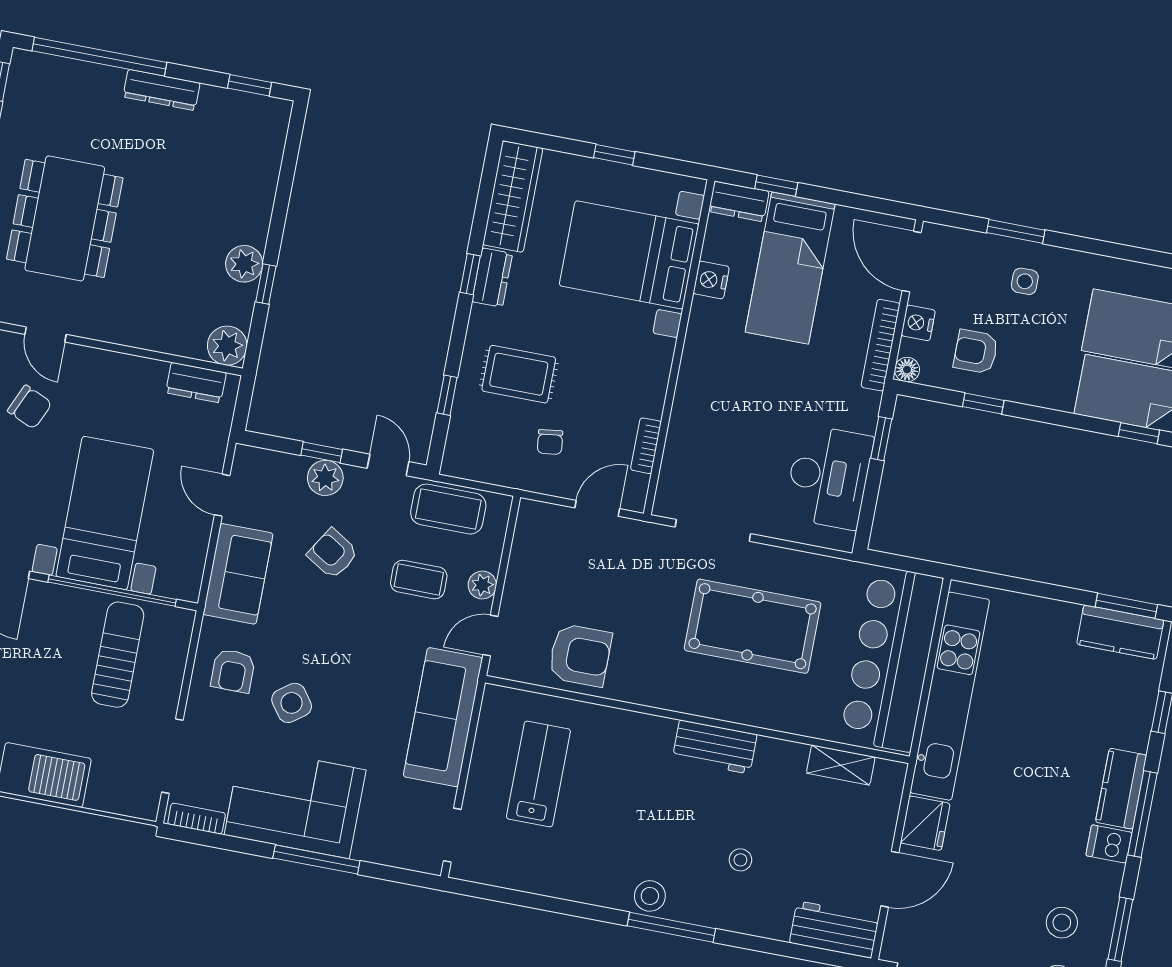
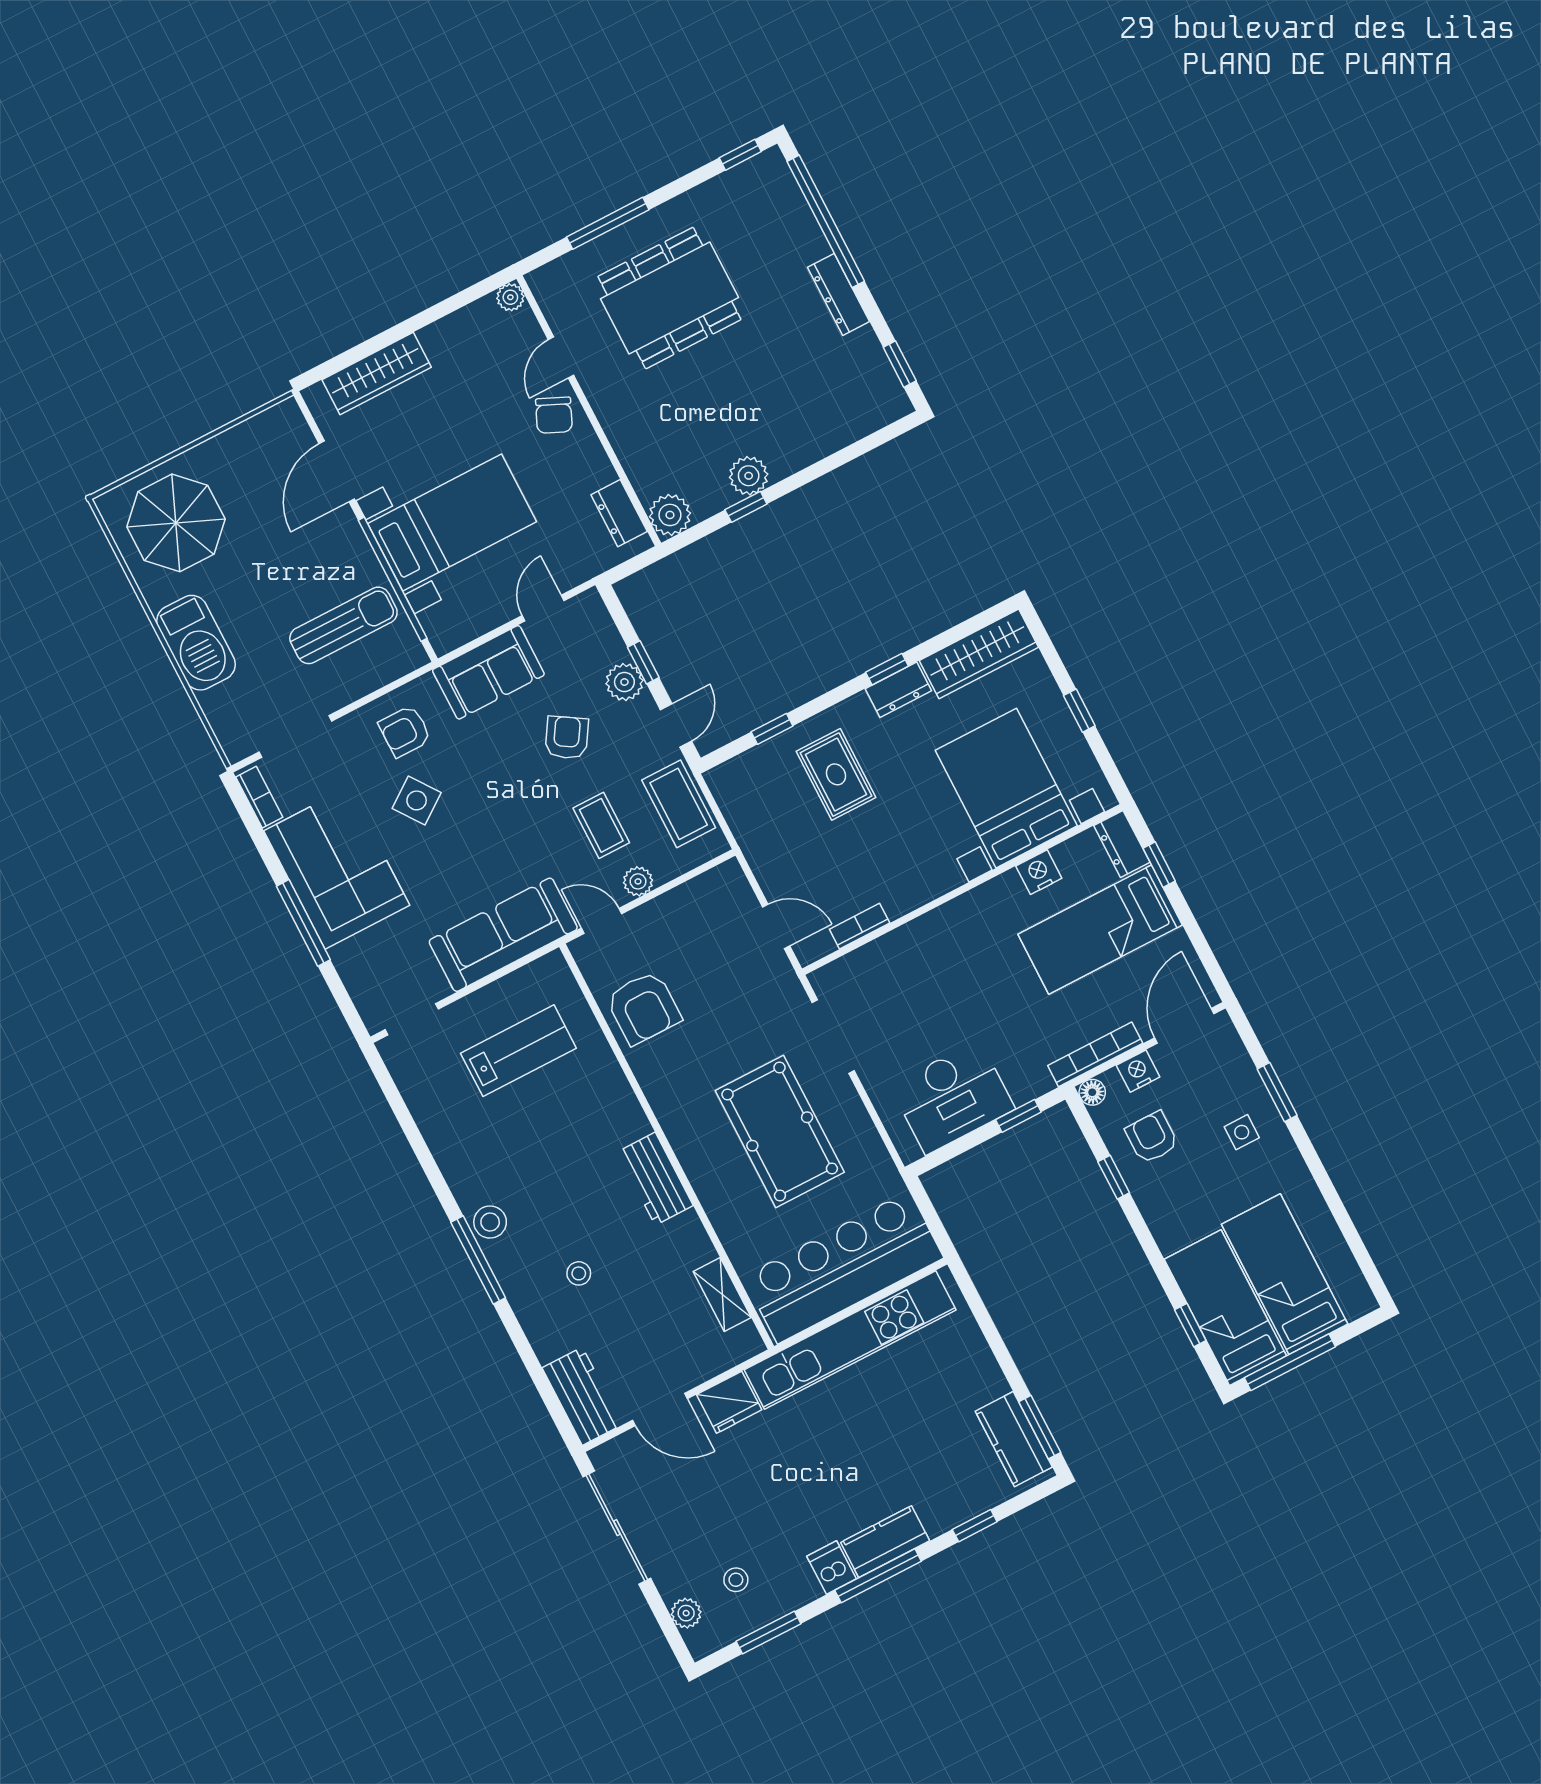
chair: (30, 407) -> (554, 415), moved
chair: (550, 442) -> (800, 844), removed
stool: (1062, 923) -> (736, 1580), width x0.73, depth x0.73

